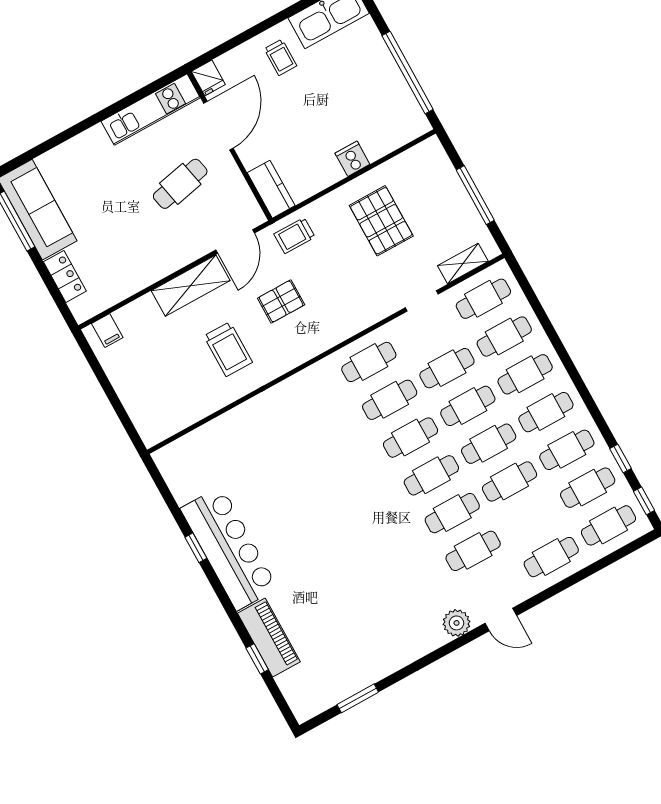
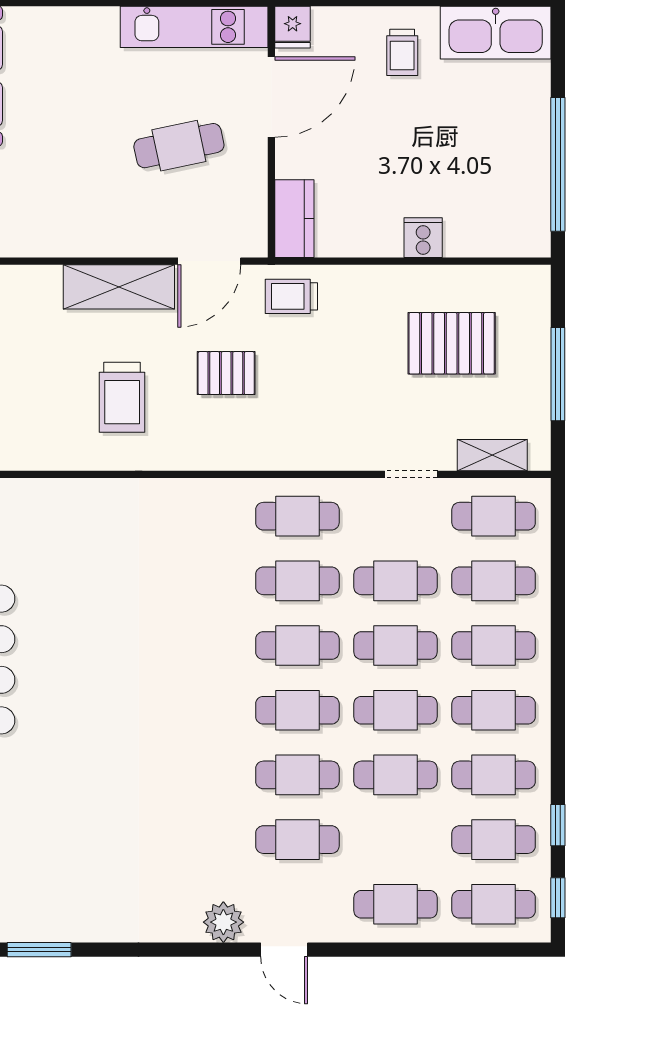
pallet: (381, 221) -> (452, 343), moved, turned 90

